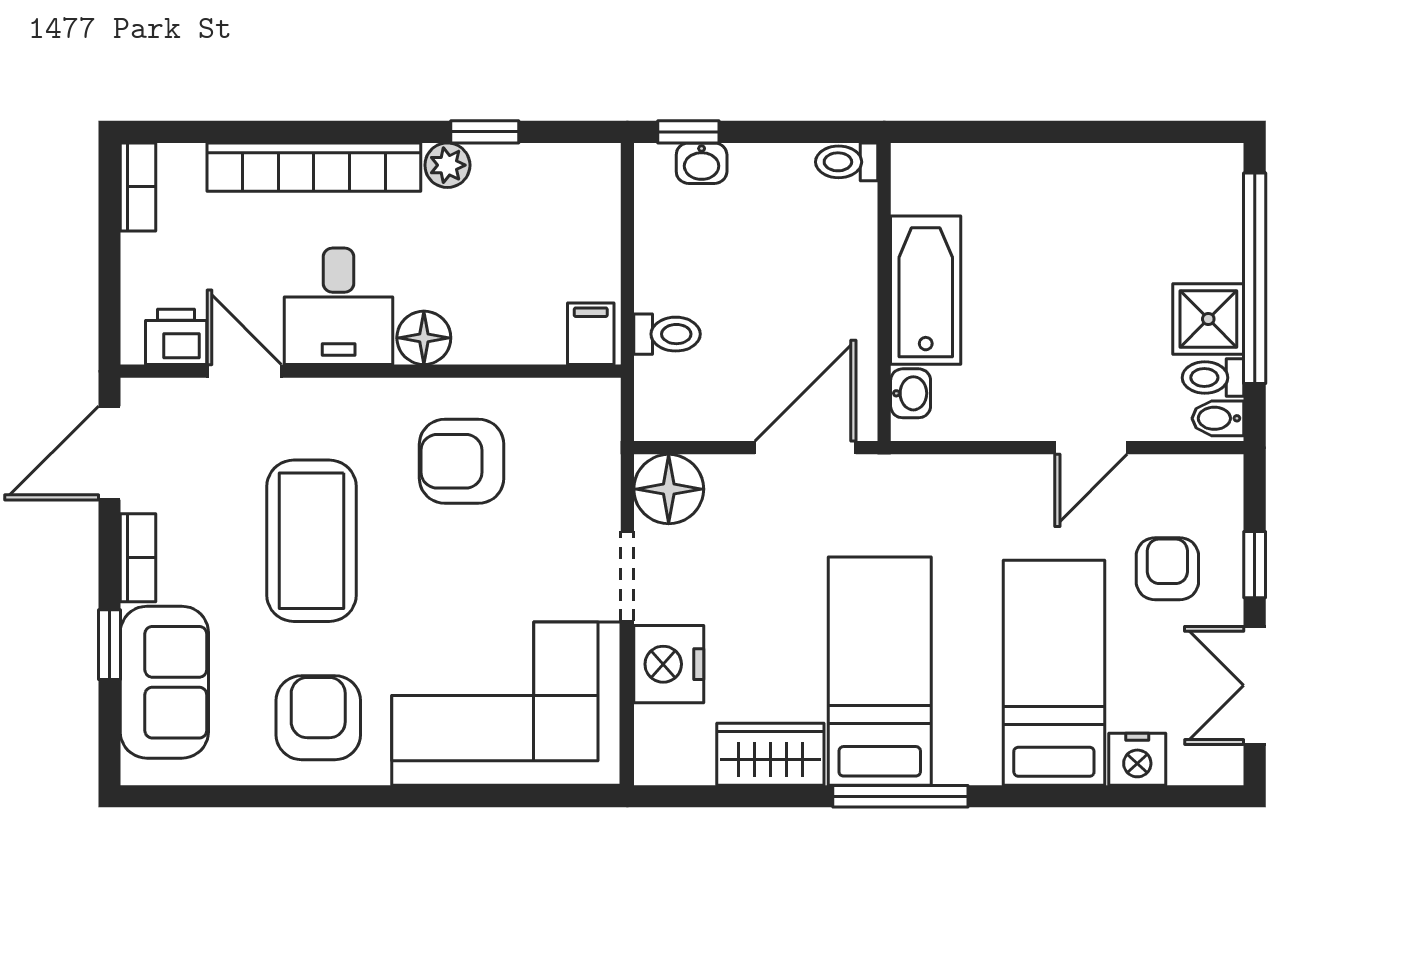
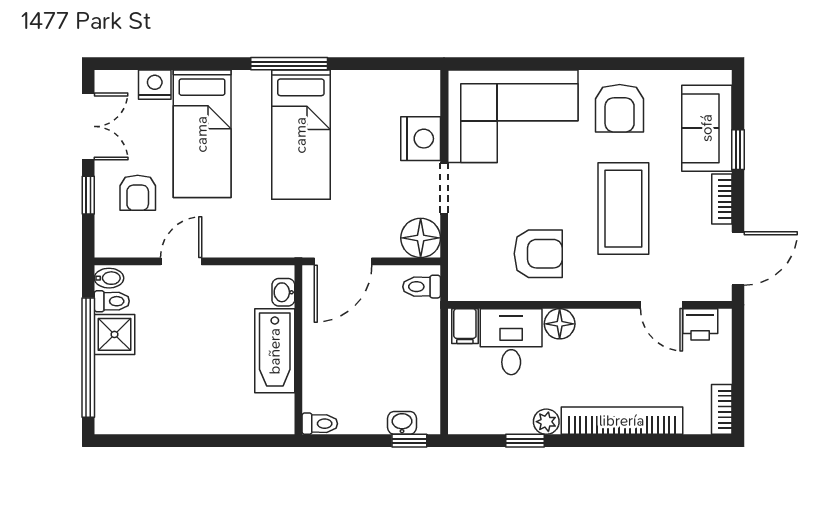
desk: (339, 306) -> (511, 342), moved
toilet: (667, 334) -> (422, 287), moved
wardrobe: (770, 754) -> (363, 87), removed

